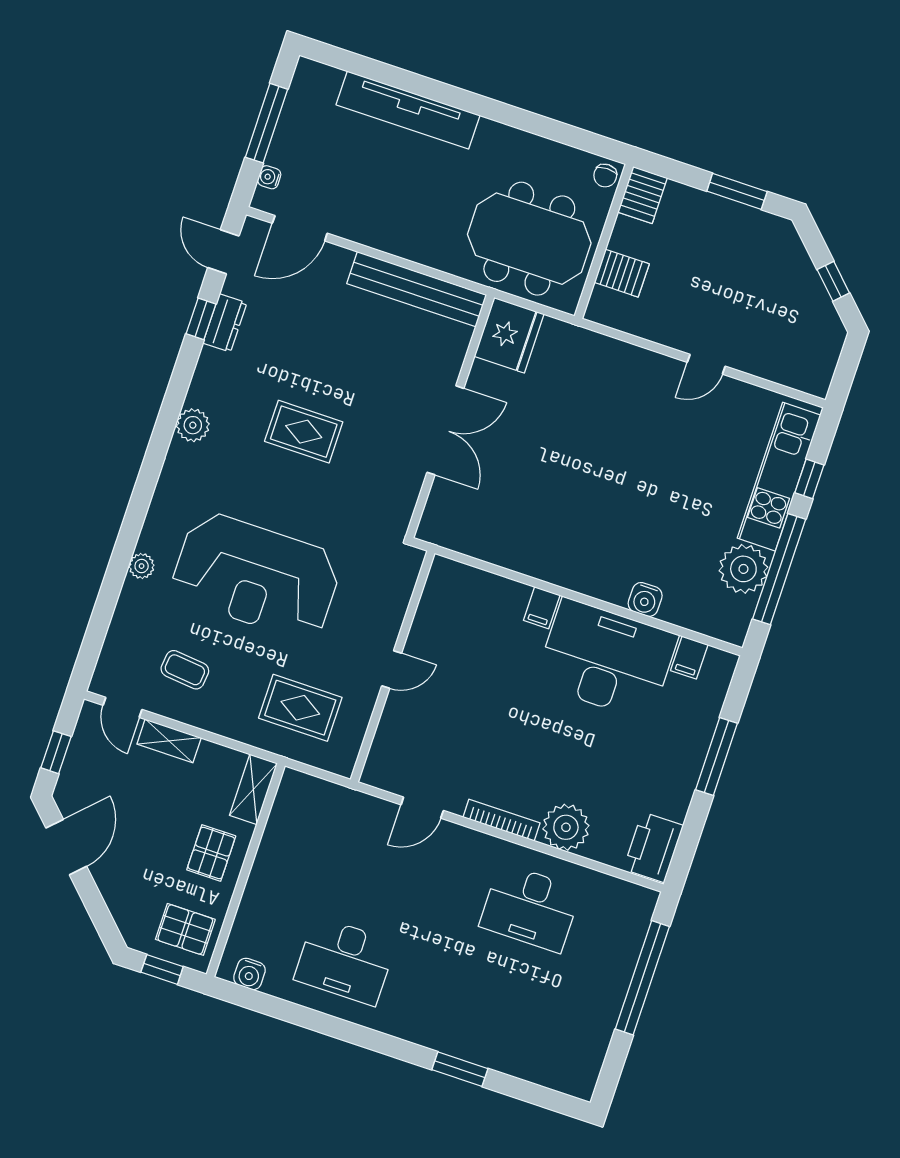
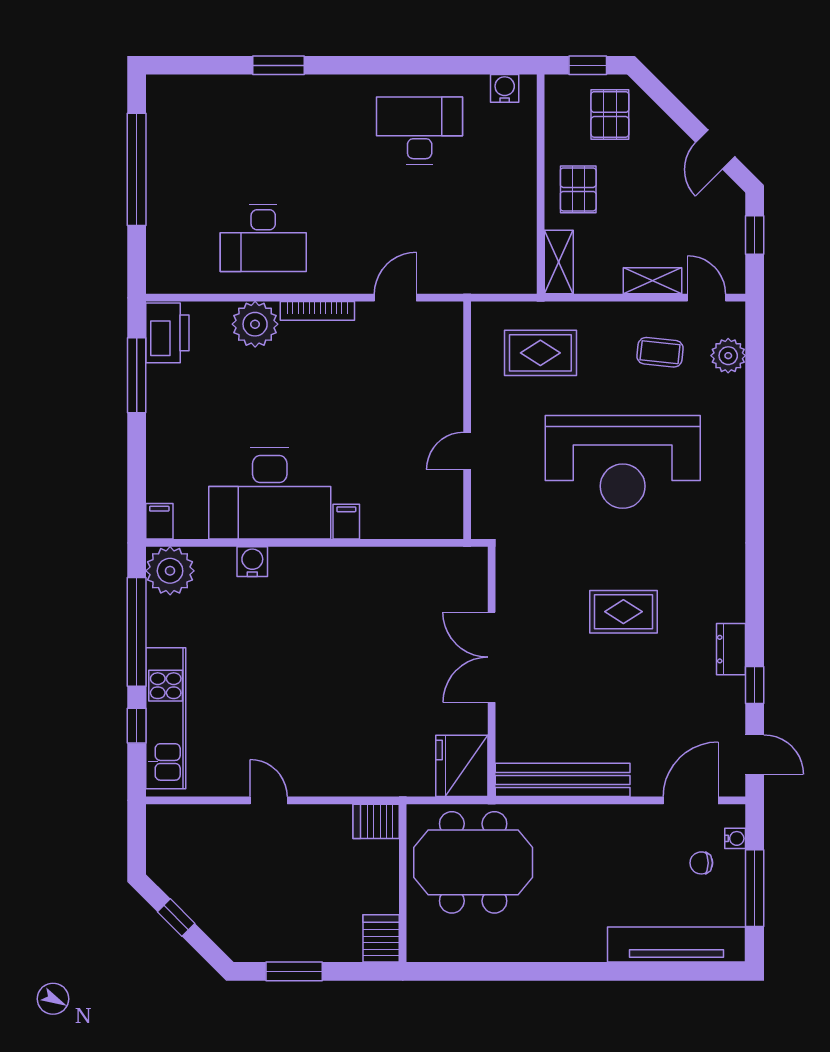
tv unit: (408, 110) -> (676, 945), moved
chair: (605, 176) -> (701, 863), moved, turned -90
server rack: (622, 273) -> (376, 821), moved
dresser: (225, 323) -> (731, 649), moved
door: (706, 364) -> (269, 800), hinge flipped
plant: (193, 425) -> (729, 583), removed
plant: (142, 566) -> (728, 356), moved, width x1.38, depth x1.38
plant: (743, 569) -> (170, 571), moved
reception desk: (256, 576) -> (623, 462), turned 180
filing cabinet: (689, 658) -> (159, 521), moved
door: (392, 669) -> (467, 451), moved
window: (716, 756) -> (137, 375), moved
door: (66, 847) -> (715, 150), width x0.73
desk: (530, 908) -> (263, 238), turned 180
pallet: (185, 929) -> (610, 114), moved, turned 90
window: (642, 978) -> (137, 169), moved

